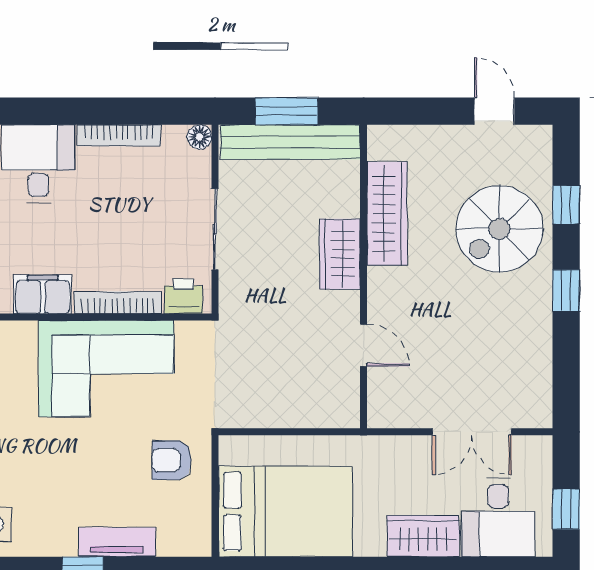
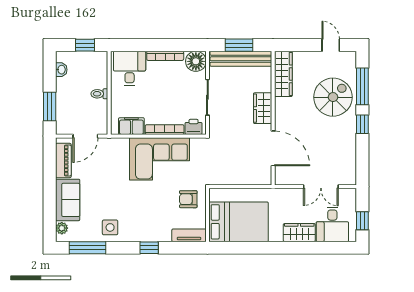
floor lamp: (199, 137) -> (196, 61), width x1.89, depth x1.89
window: (566, 205) -> (362, 86), width x2.17
wardrobe: (387, 213) -> (283, 74), moved
spiral stairs: (499, 229) -> (333, 97), turned 180
door: (364, 345) -> (273, 148), width x1.88
tv unit: (117, 542) -> (189, 235), moved

